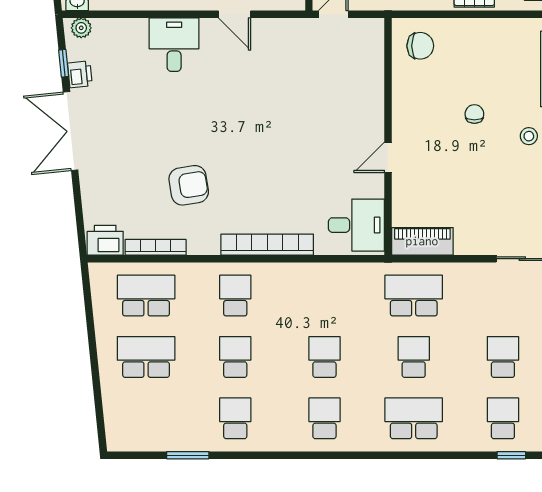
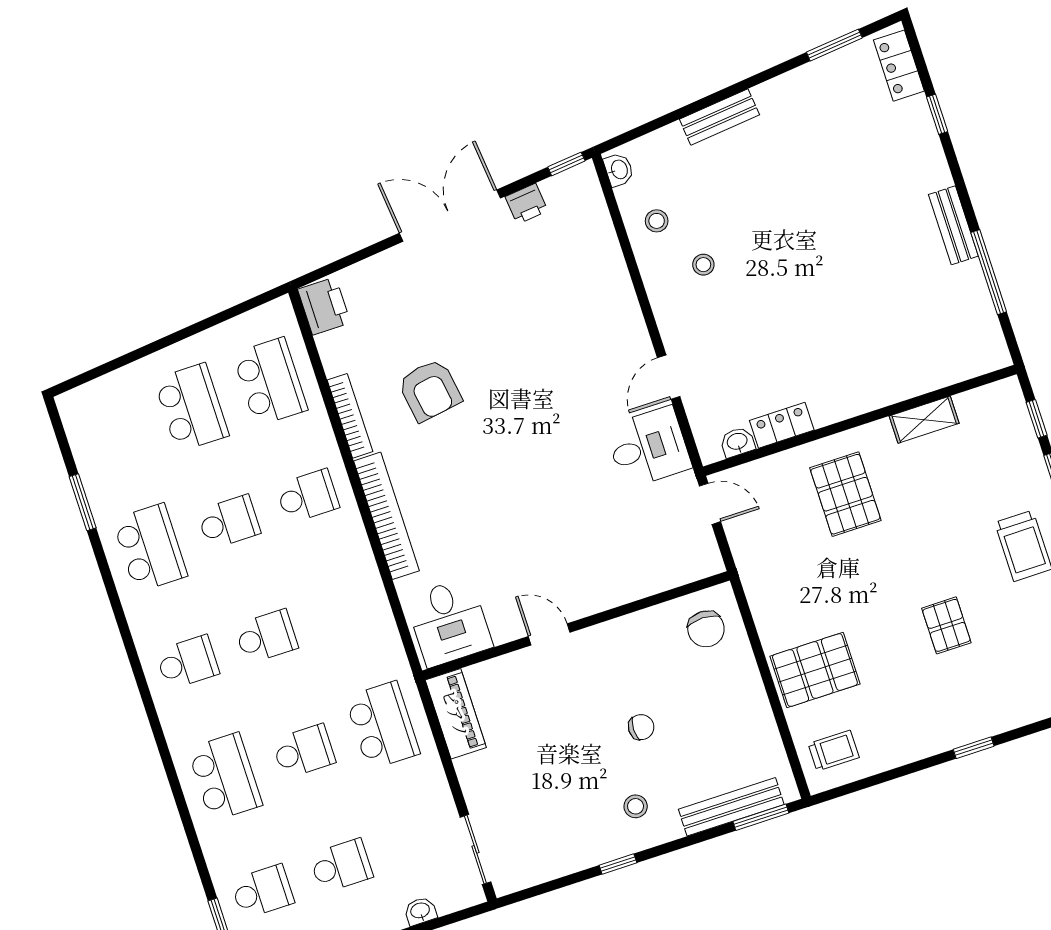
plant: (81, 28) -> (587, 186), removed
desk: (174, 45) -> (648, 447), moved
window: (64, 63) -> (566, 164), moved
bookcase: (156, 247) -> (350, 416), moved
school desk: (235, 418) -> (150, 548), width x1.85

